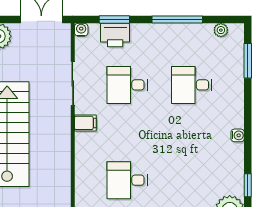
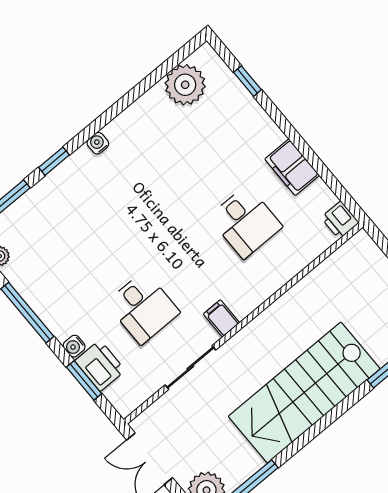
water cooler: (81, 30) -> (74, 346), moved
desk: (192, 85) -> (85, 238), removed
window: (248, 185) -> (54, 161), moved

